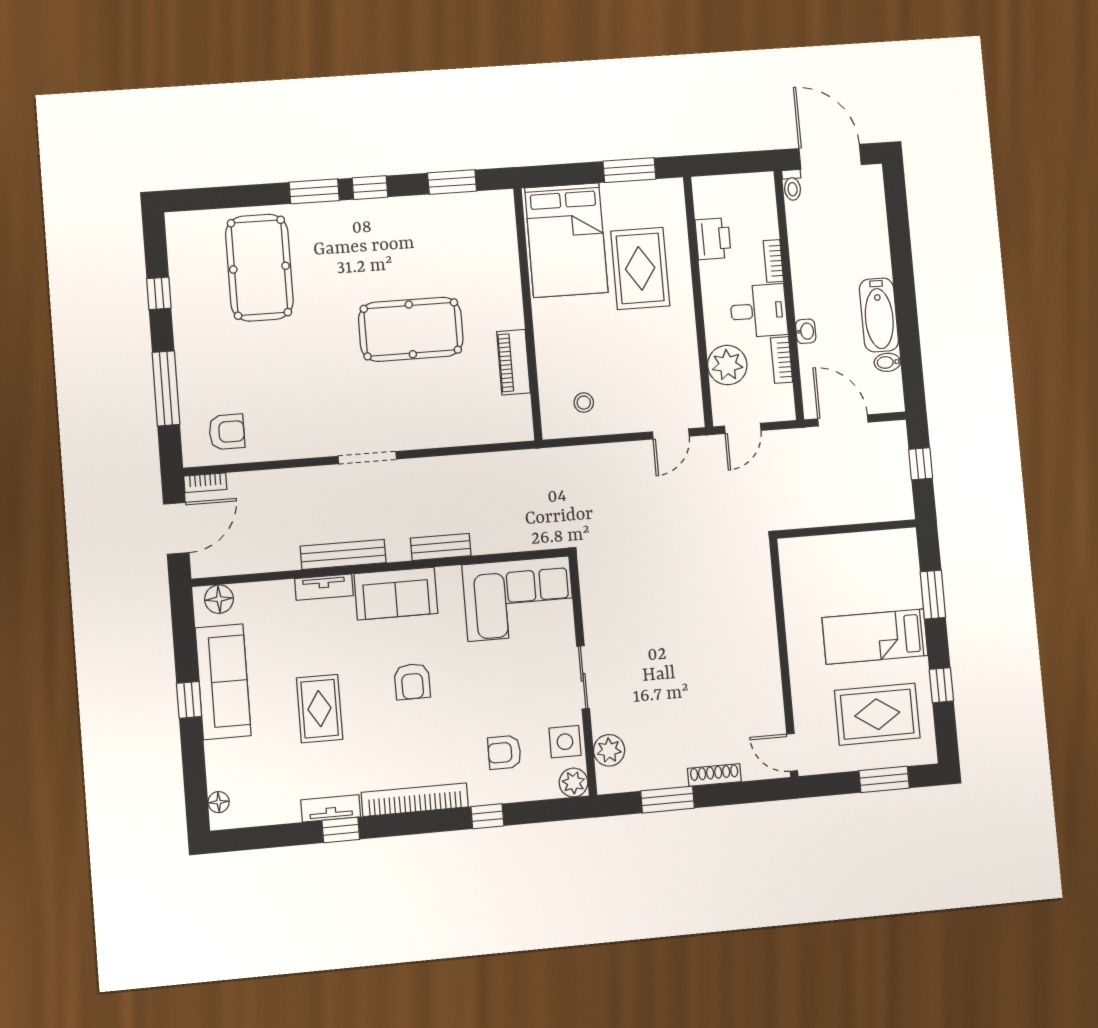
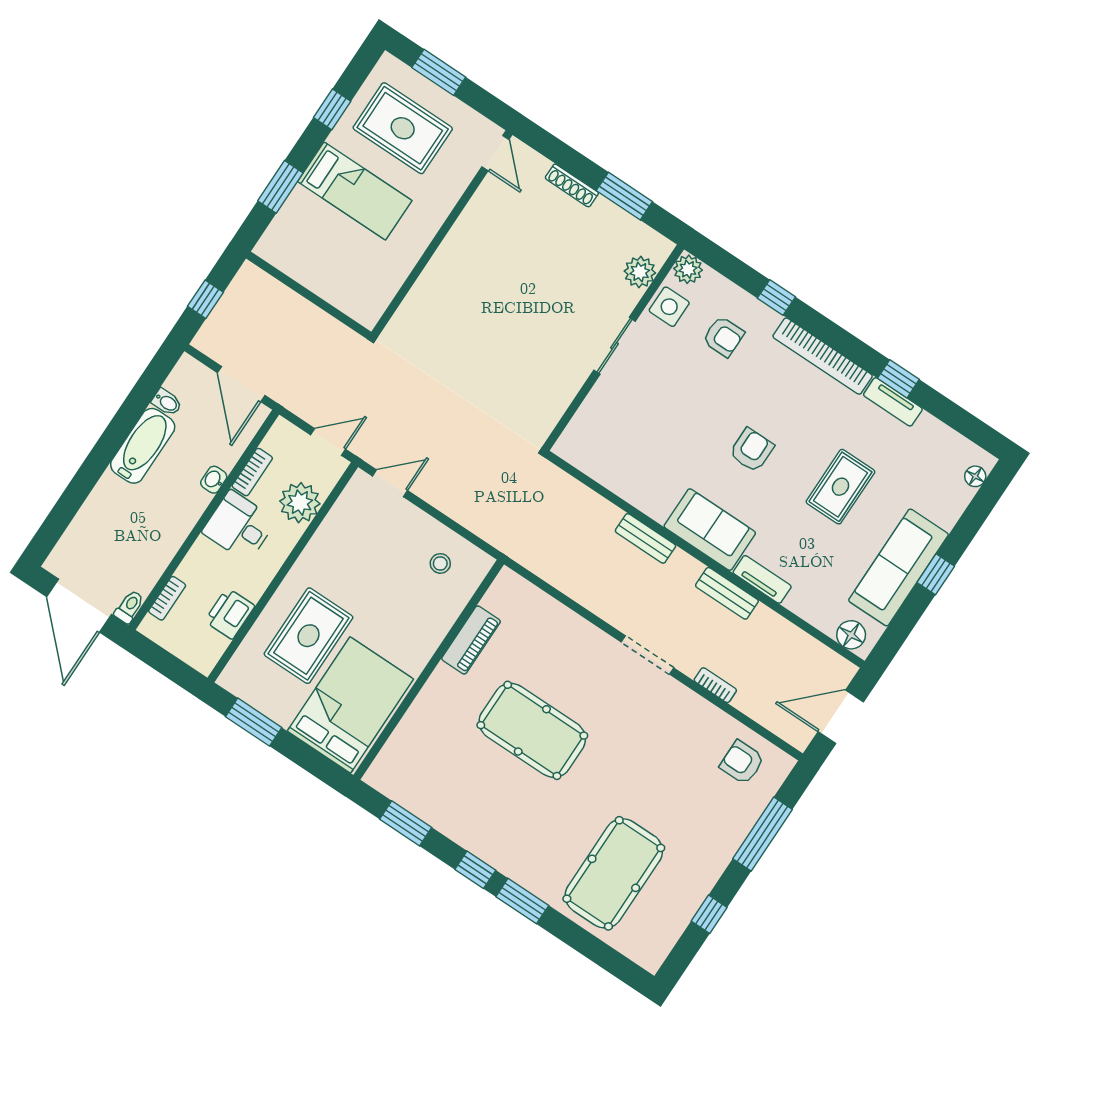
bookcase: (773, 261) -> (167, 598), moved
bookcase: (205, 483) -> (715, 685), moved
bench: (343, 554) -> (727, 593), width x0.73
corner sofa: (519, 599) -> (616, 449), removed

